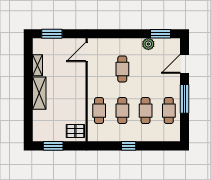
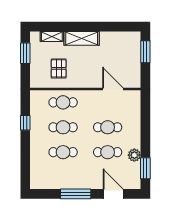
door: (87, 52) -> (113, 89), moved
shelving: (38, 65) -> (52, 36), moved
cafe table: (169, 111) -> (108, 152), moved
pallet: (75, 131) -> (59, 68), moved
window: (129, 146) -> (25, 123), moved

